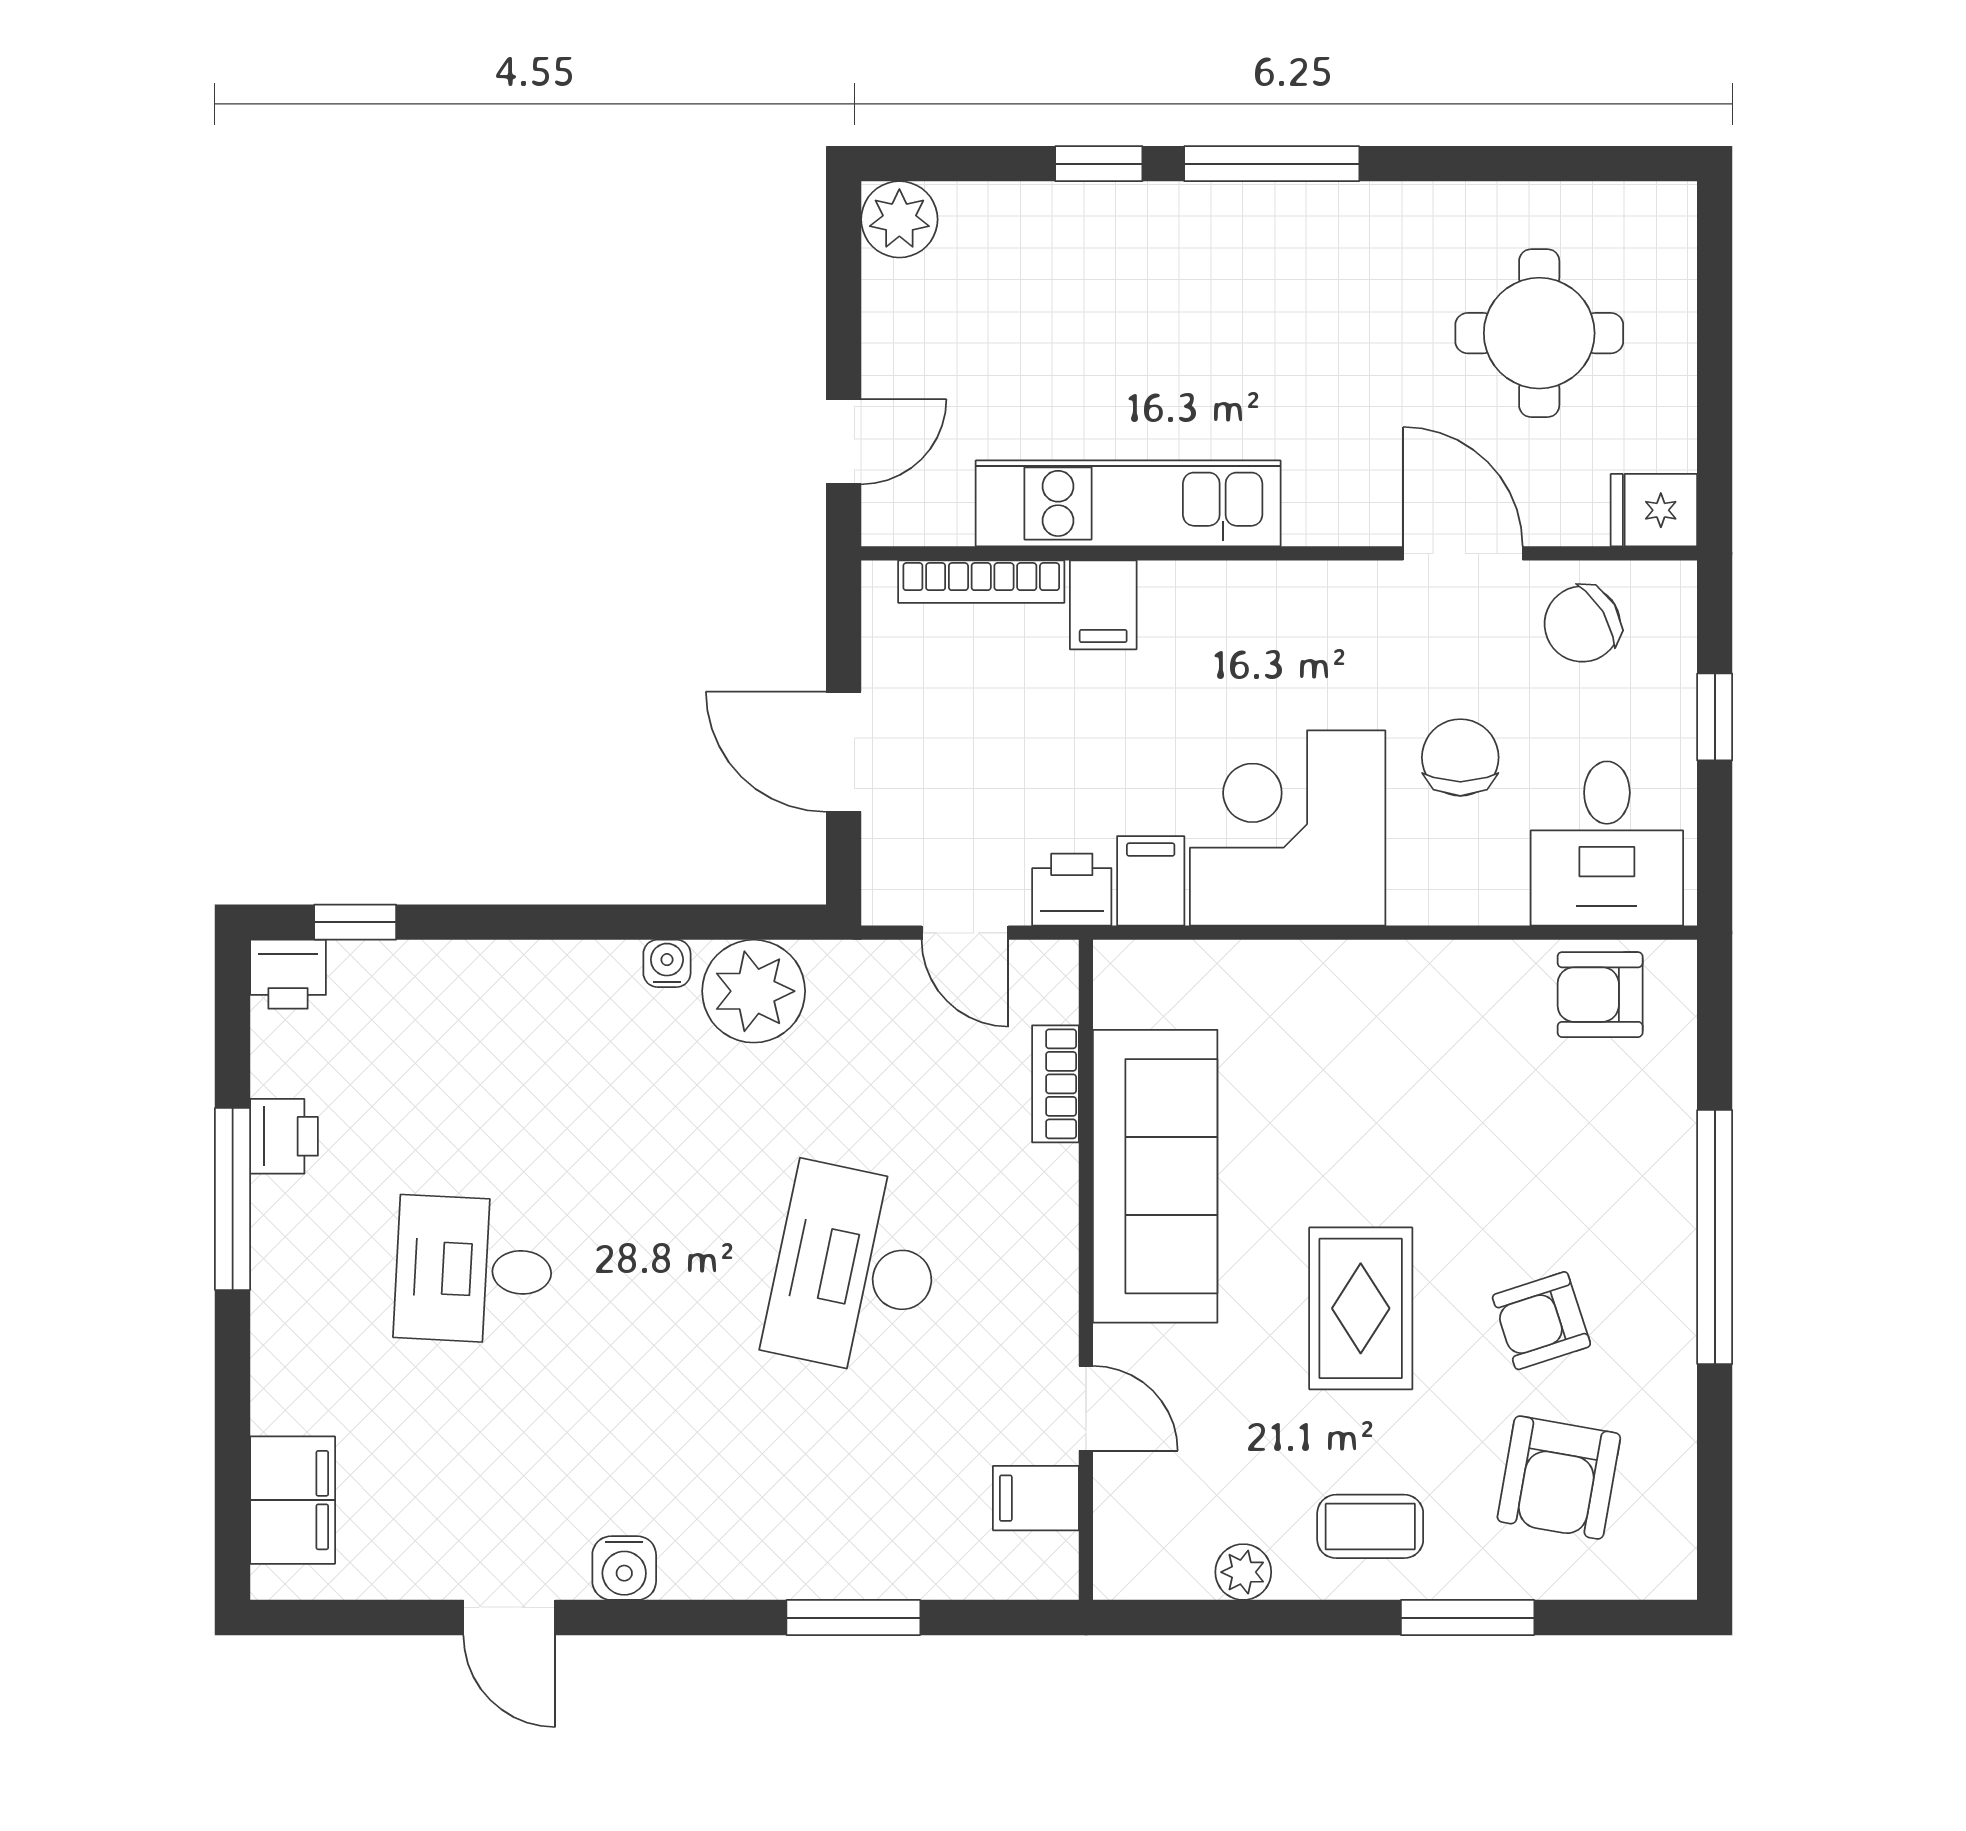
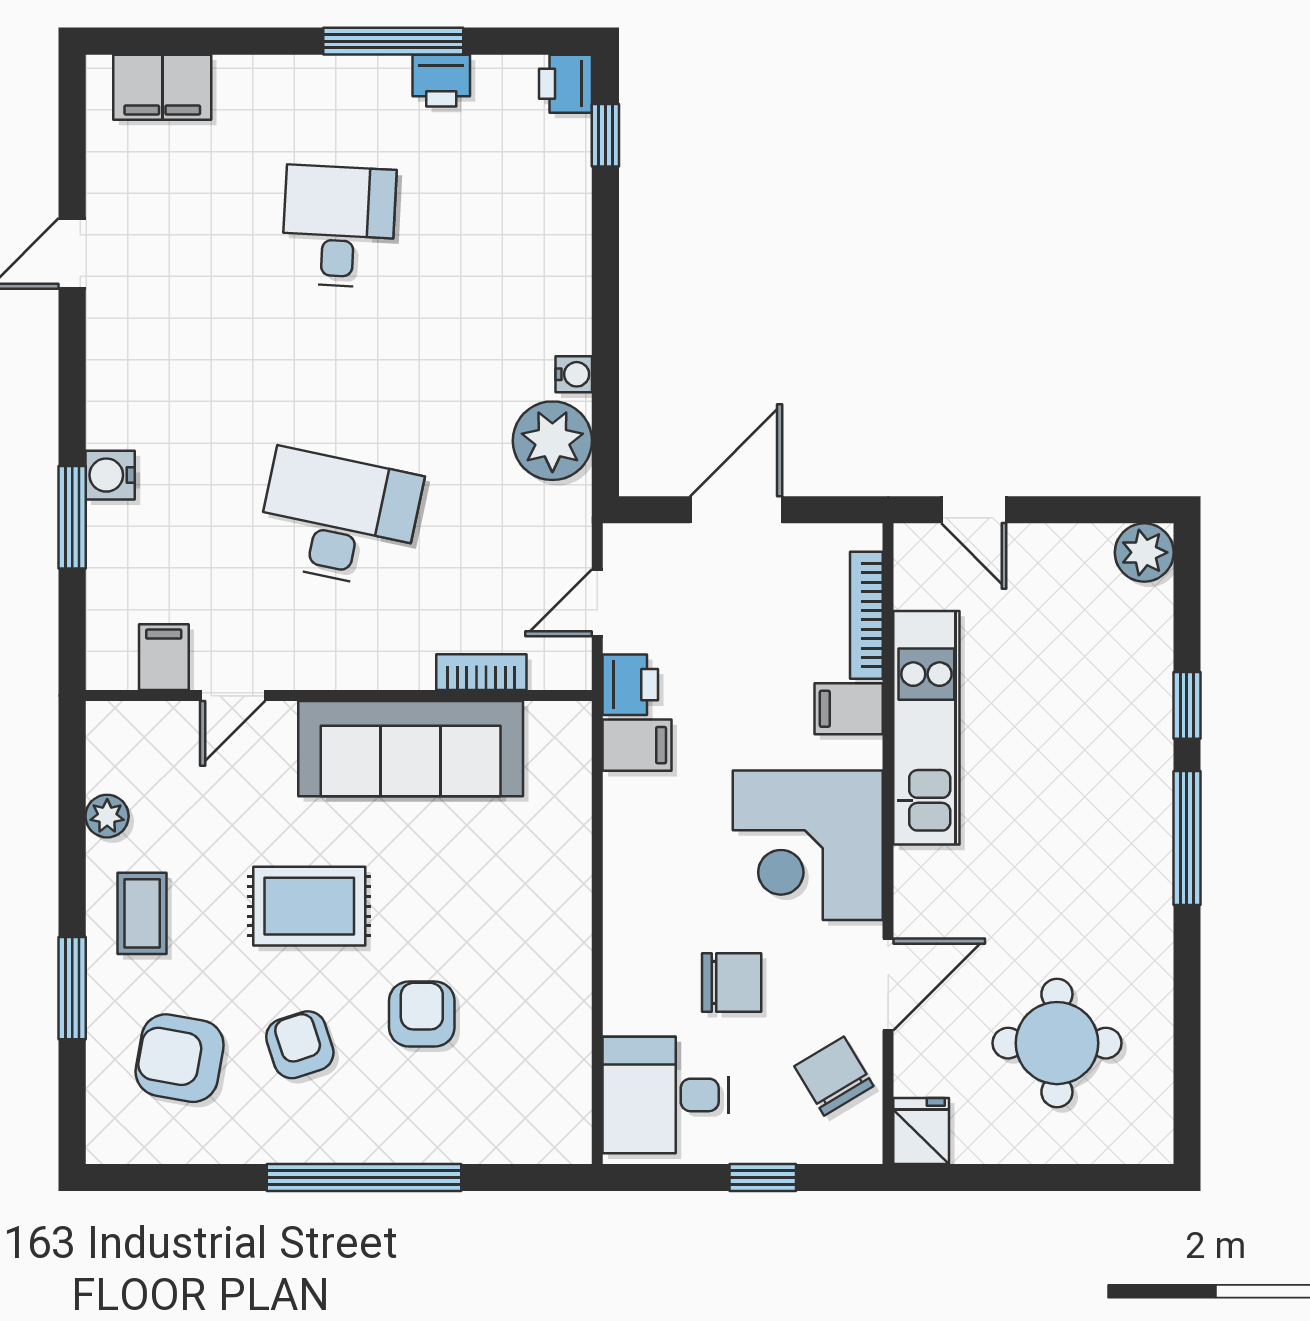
corner desk: (1288, 828) -> (808, 845), moved, turned 180
armchair: (1600, 995) -> (422, 1014), moved
water cooler: (624, 1568) -> (110, 475), moved

